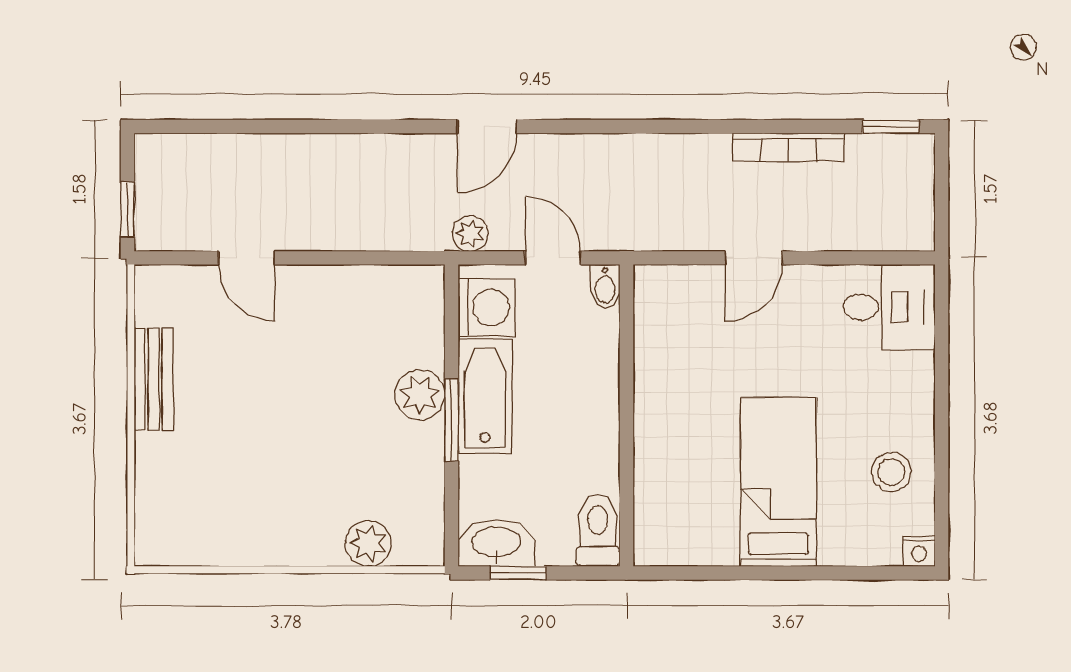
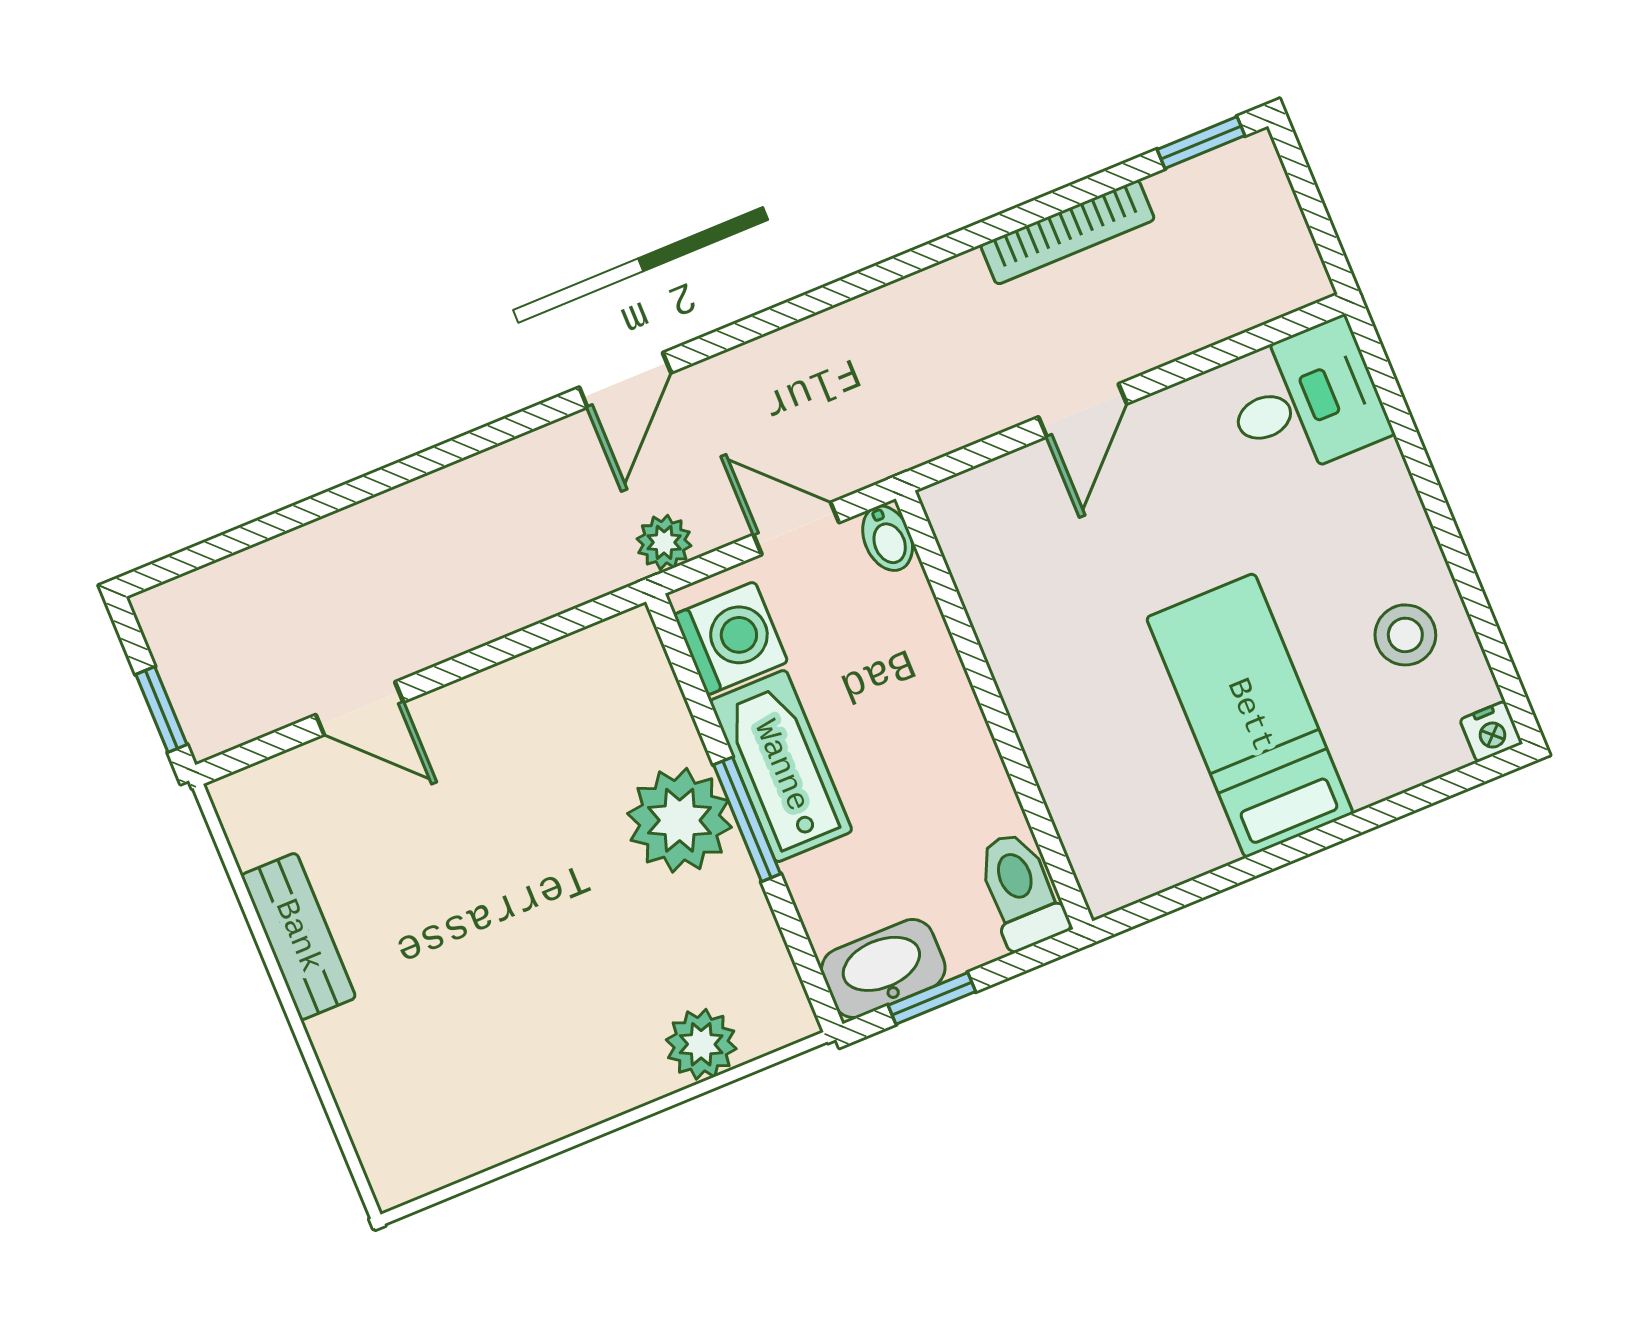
plant: (420, 395) -> (680, 820), width x1.36, depth x1.36

